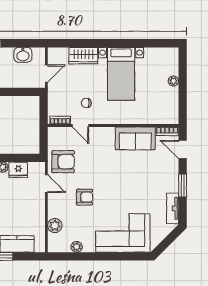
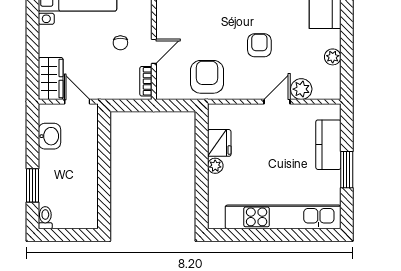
wardrobe: (83, 56) -> (51, 78), moved
door: (46, 184) -> (277, 102), moved

